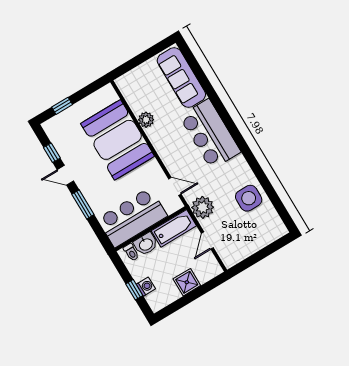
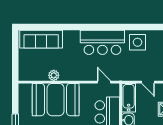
bar counter: (210, 134) -> (102, 42), moved
door: (175, 186) -> (104, 82), hinge flipped
plant: (203, 207) -> (126, 73), removed

